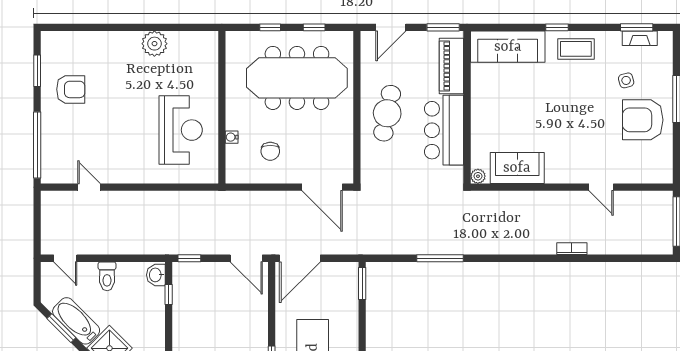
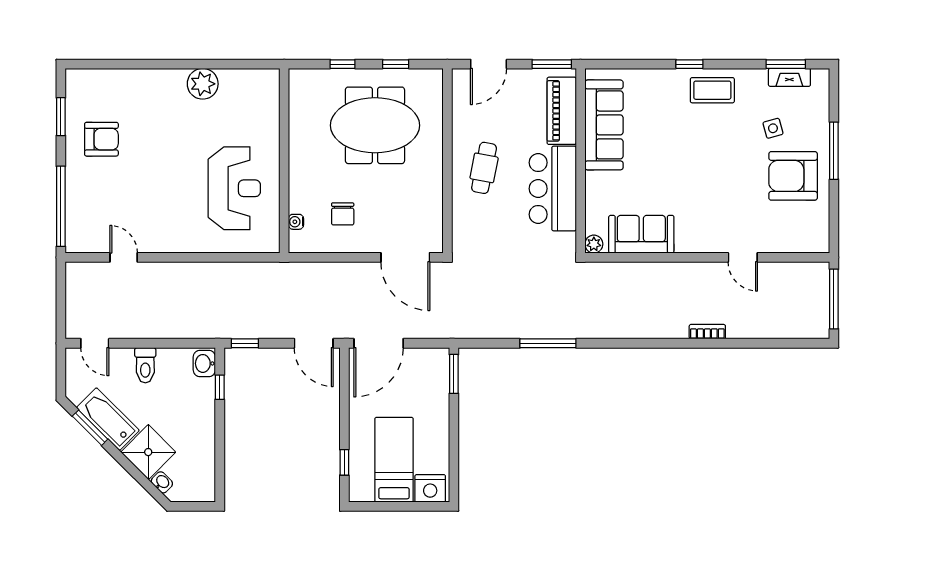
sofa: (508, 47) -> (604, 125), moved, turned -90
meeting table: (297, 78) -> (375, 125), width x0.73
cafe table: (387, 113) -> (484, 168), width x0.73, depth x0.74
water cooler: (232, 137) -> (296, 222), moved

